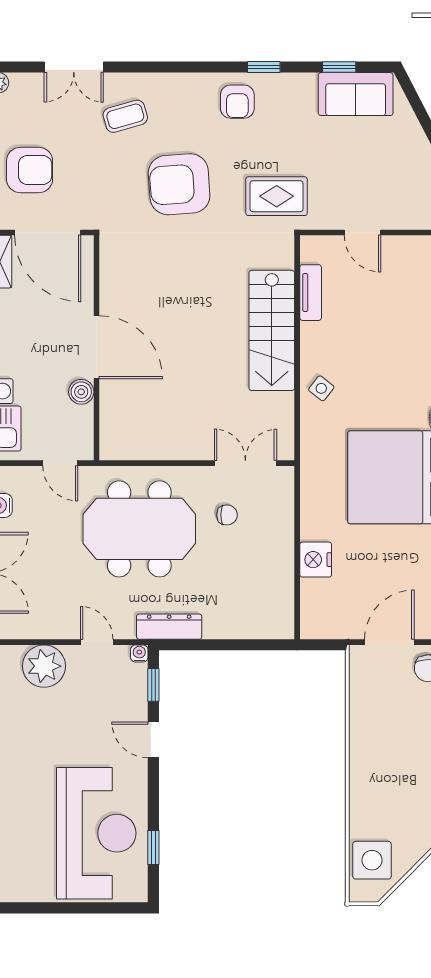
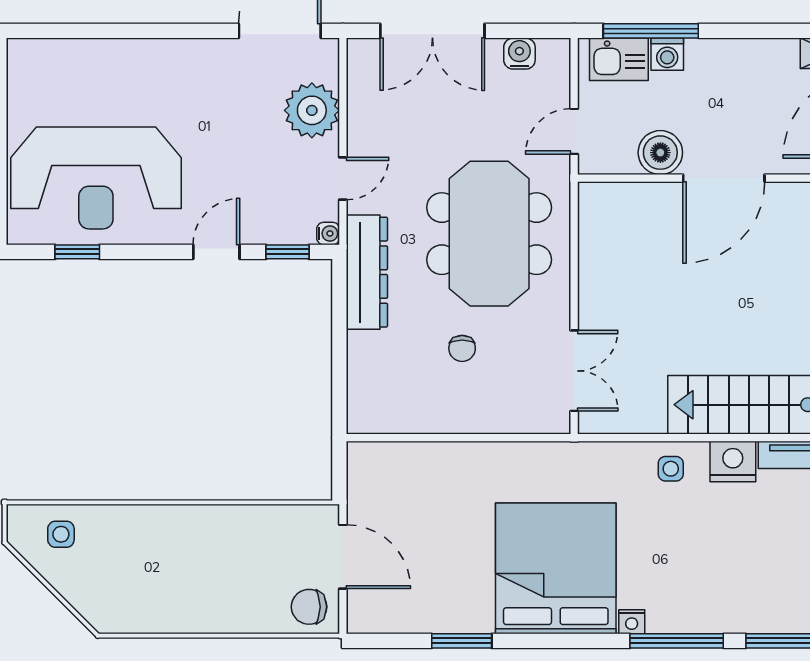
side table: (321, 388) -> (671, 469), turned -38
boiler: (81, 392) -> (660, 153), width x1.36, depth x1.36
chair: (227, 515) -> (462, 348), moved
nightstand: (316, 560) -> (733, 461), moved
dresser: (169, 627) -> (367, 272), width x1.37, depth x1.24
side table: (372, 860) -> (61, 534), width x0.54, depth x0.54

